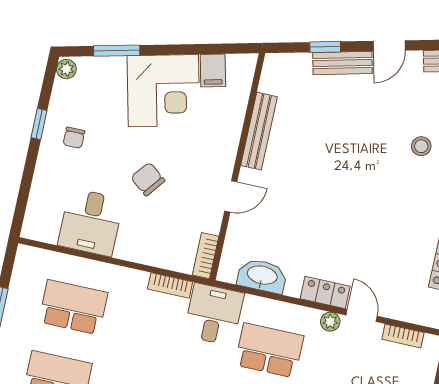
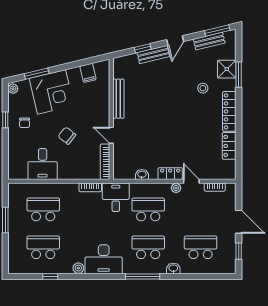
corner desk: (163, 91) -> (52, 92), moved
door: (231, 196) -> (111, 135), swing flipped
bookcase: (206, 256) -> (105, 162), width x1.56
washbasin: (262, 276) -> (142, 175), width x0.52, depth x0.69

